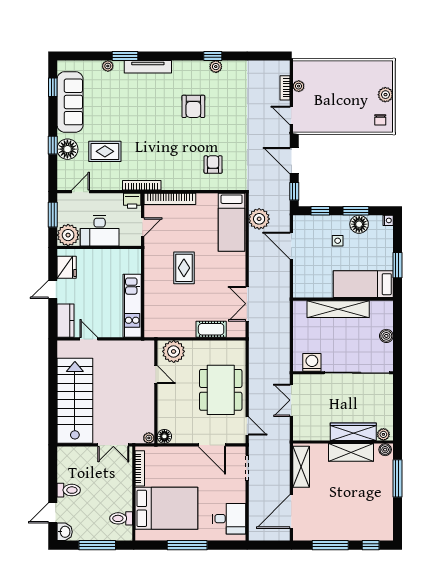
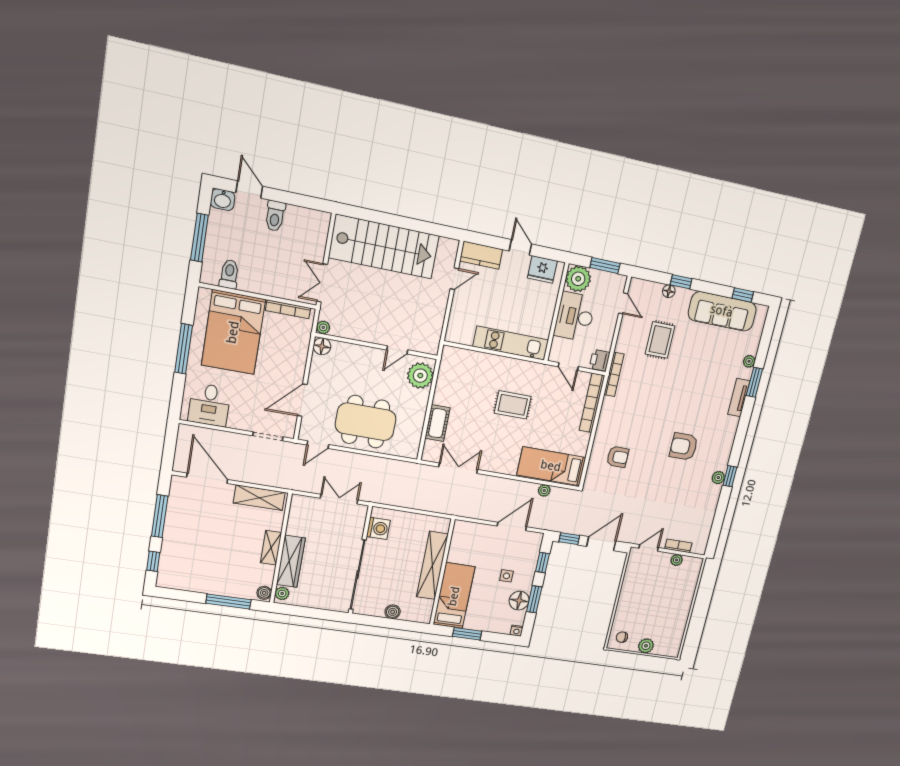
tv unit: (148, 67) -> (739, 398), width x0.71
floor lamp: (67, 149) -> (669, 291), width x0.53, depth x0.53
plant: (259, 219) -> (544, 490), width x0.53, depth x0.53
kitchen unit: (132, 306) -> (511, 343), moved
shelving: (351, 452) -> (271, 548), width x0.67, depth x0.75

